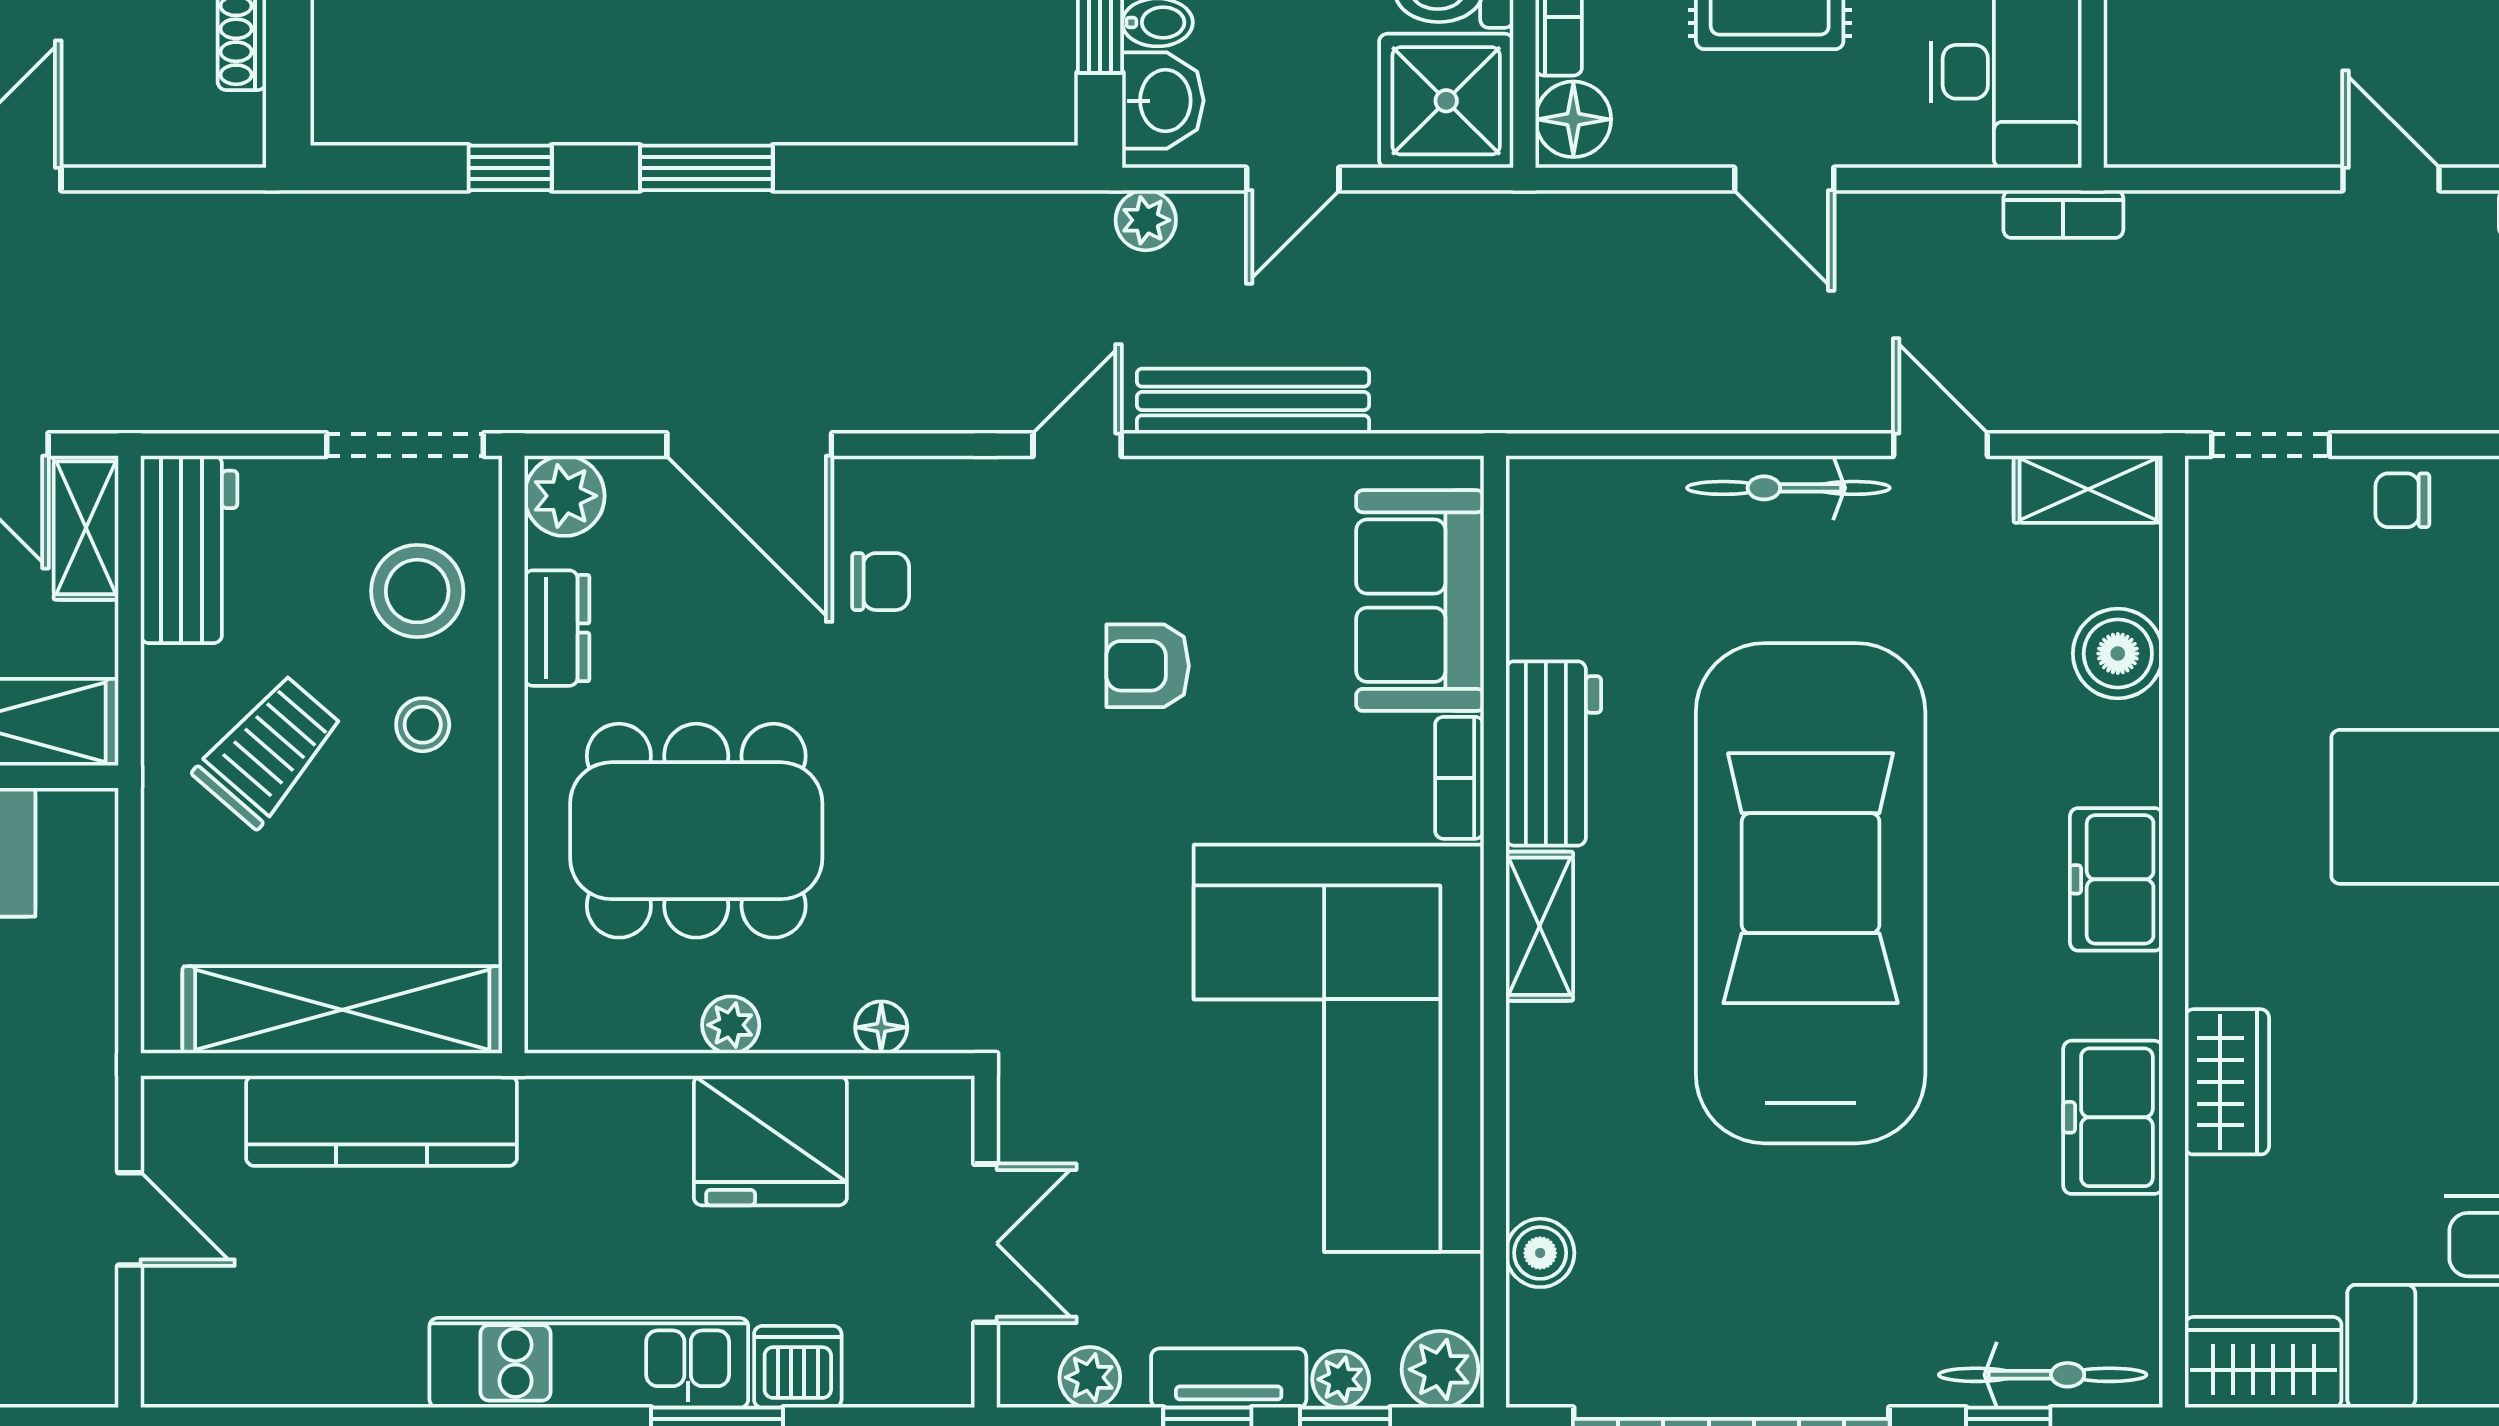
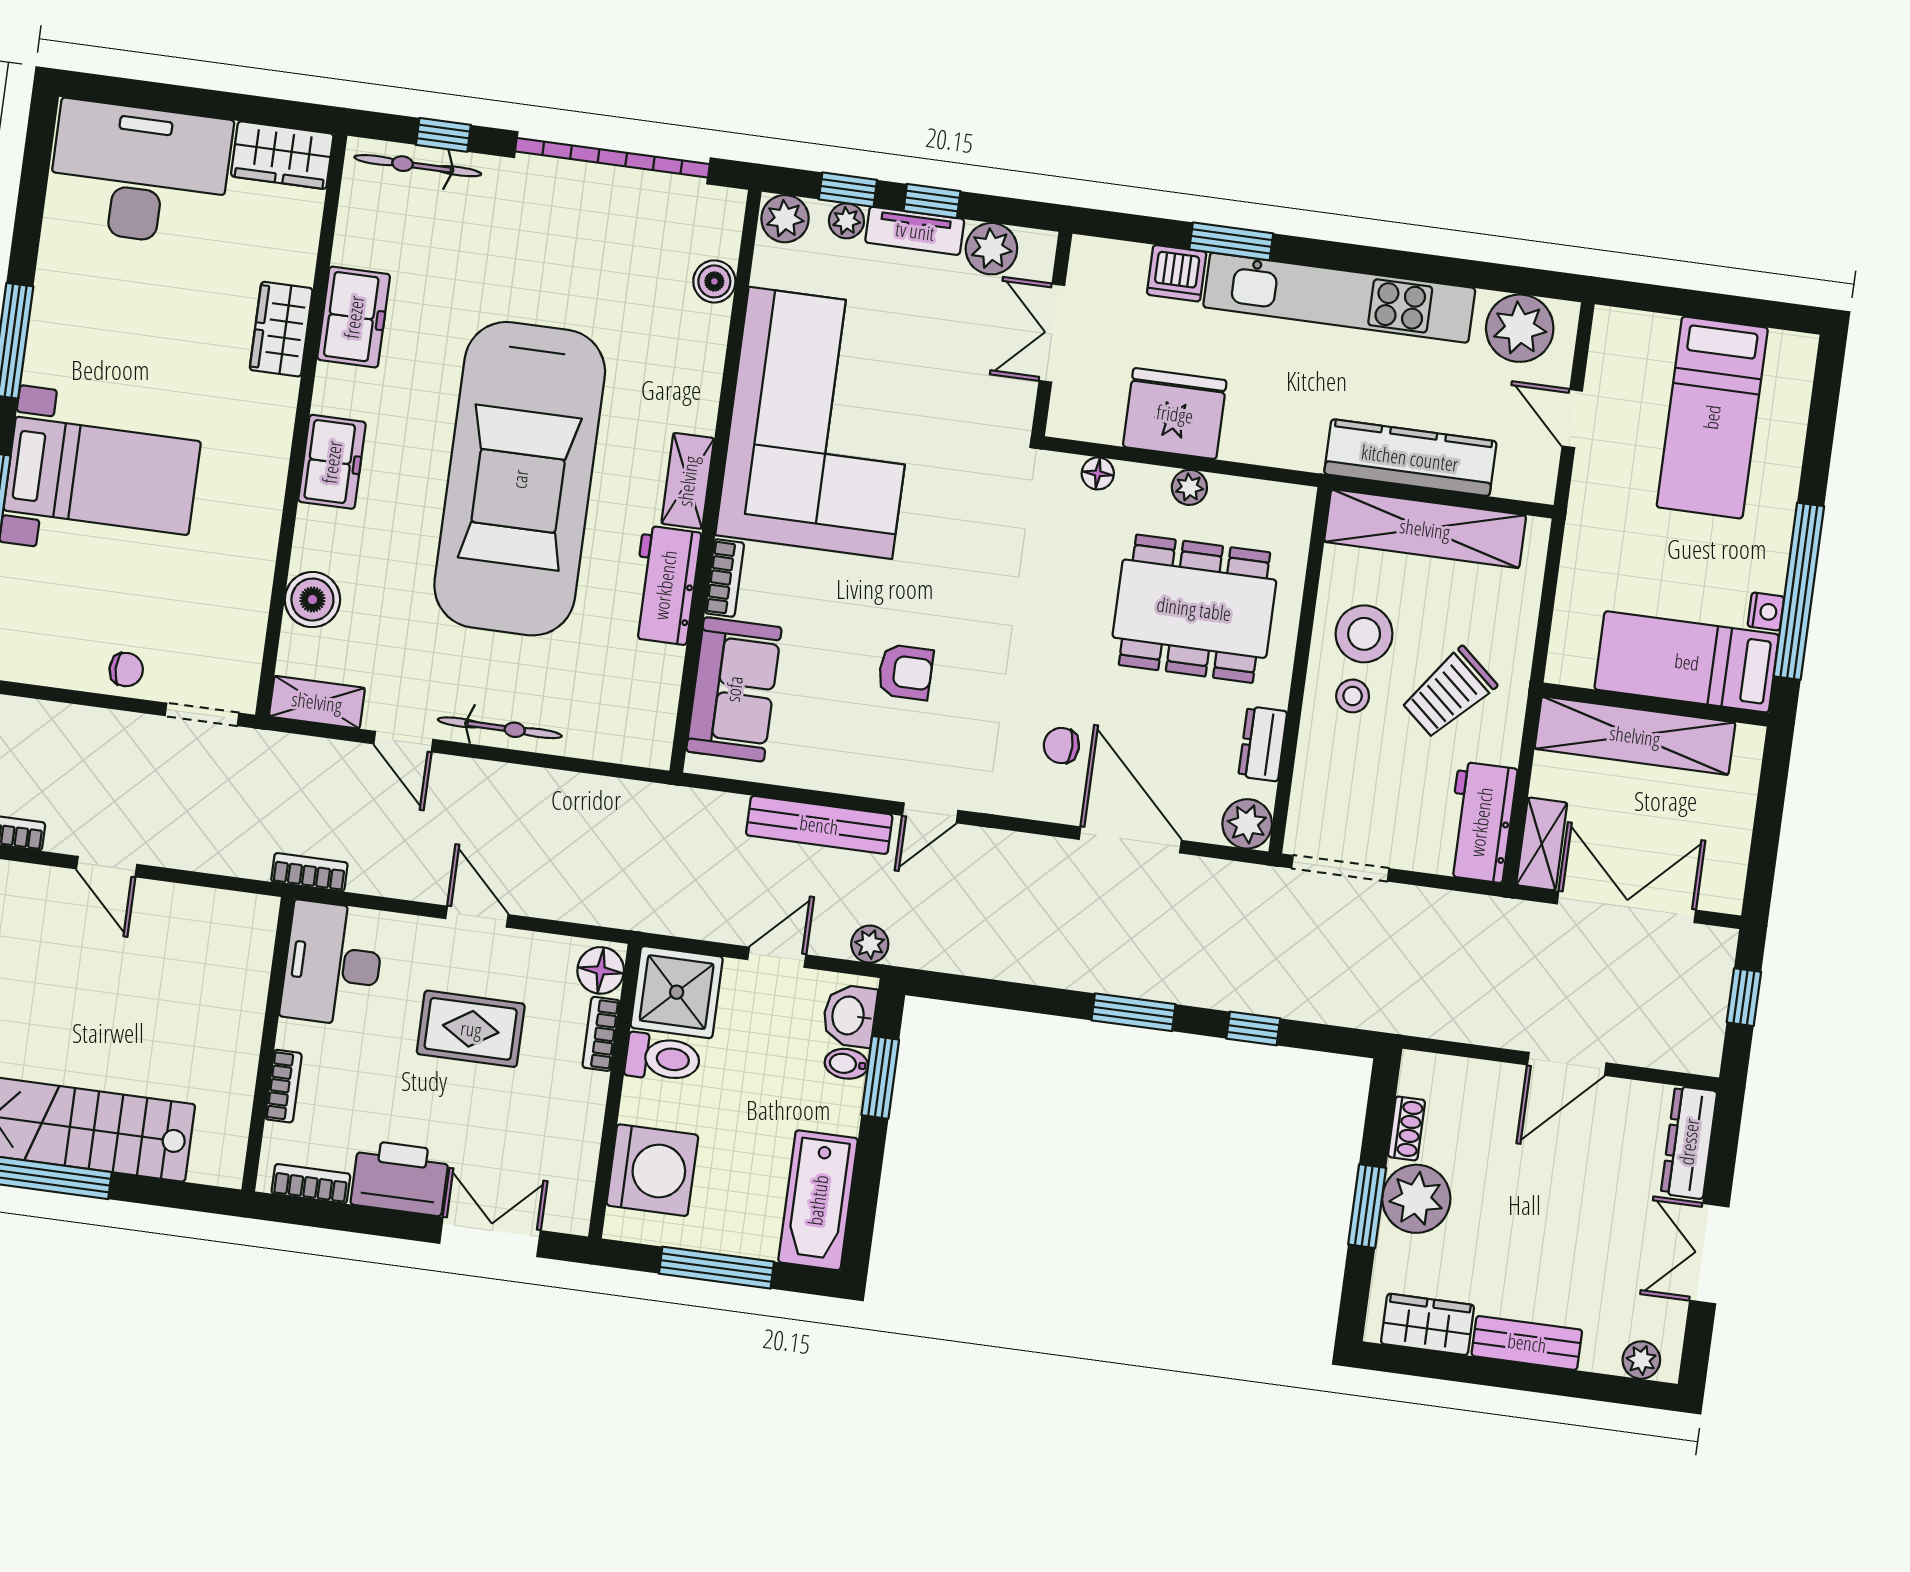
stool: (417, 591) -> (1364, 634), moved
plant: (234, 1353) -> (1520, 328), added
kitchen unit: (589, 1363) -> (1339, 298), width x1.36
plant: (1090, 1377) -> (991, 249), width x1.38, depth x1.38

